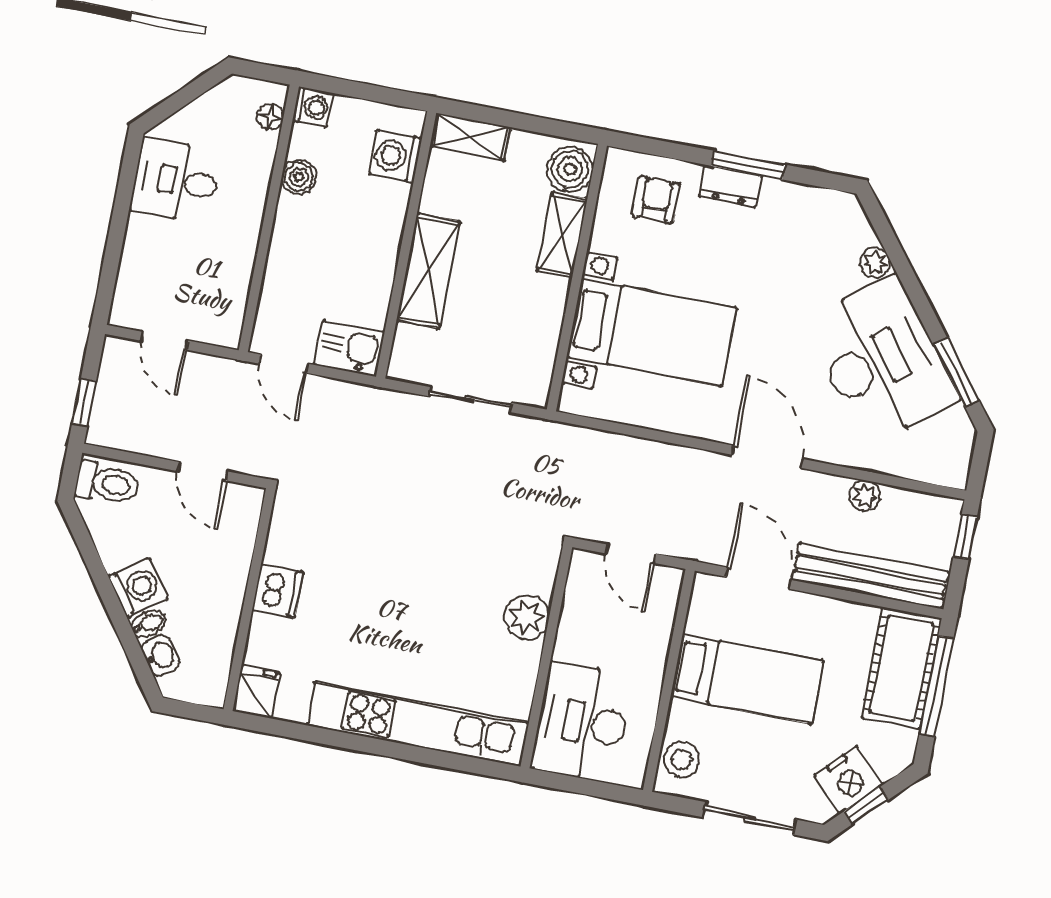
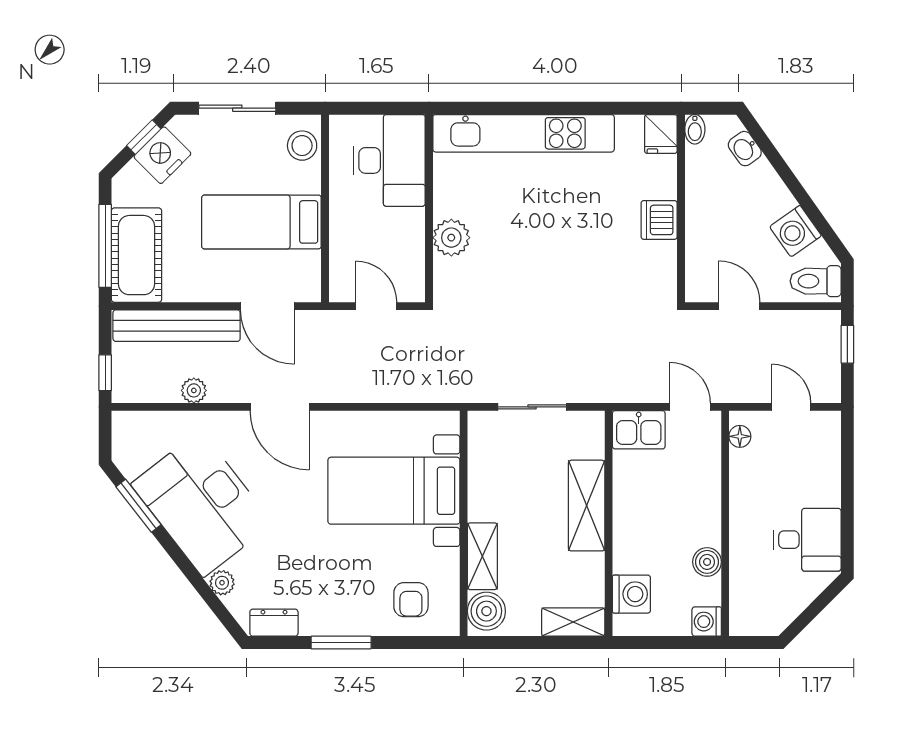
floor lamp: (270, 117) -> (740, 436), moved
dresser: (731, 186) -> (274, 623), moved
washing machine: (138, 587) -> (795, 231), moved
bidet: (149, 624) -> (695, 129), moved, turned -55

